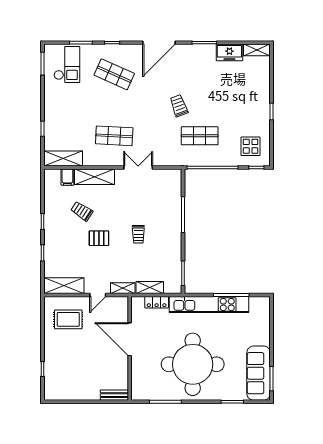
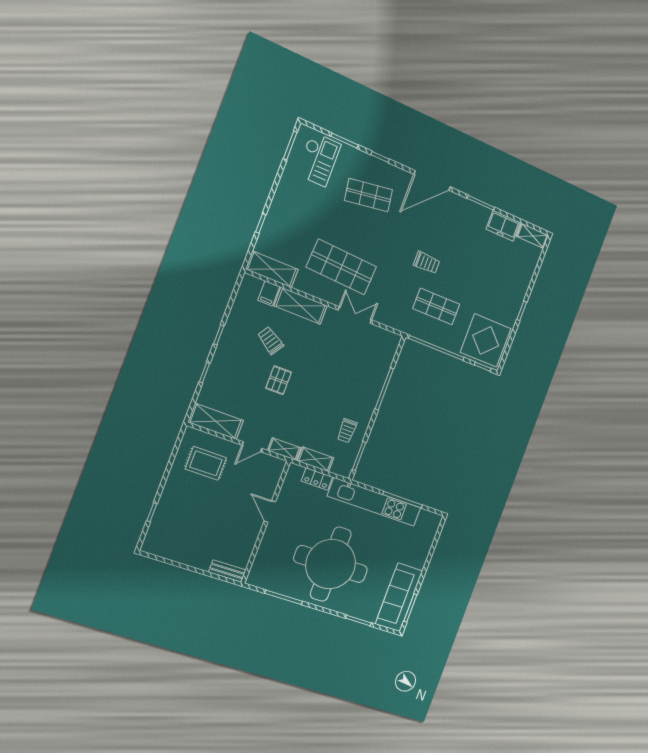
shop shelf: (114, 74) -> (369, 195), turned -33
trolley: (179, 106) -> (427, 263), turned 110
shop shelf: (114, 136) -> (342, 267), width x1.43, depth x1.36
display table: (251, 146) -> (486, 340), width x1.86, depth x1.86
trolley: (138, 234) -> (347, 431), moved
pallet: (99, 238) -> (279, 380), turned 90
door: (130, 339) -> (270, 511), width x0.53

